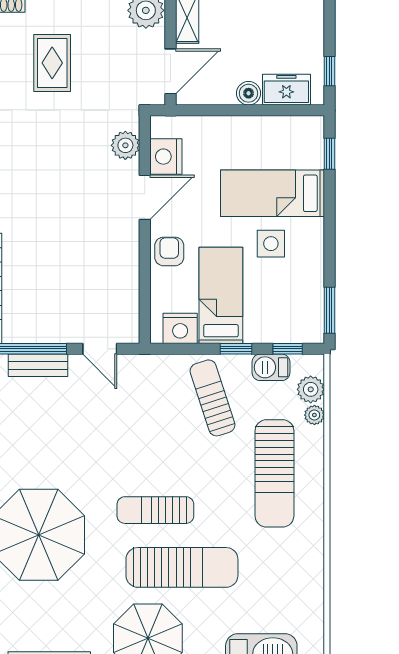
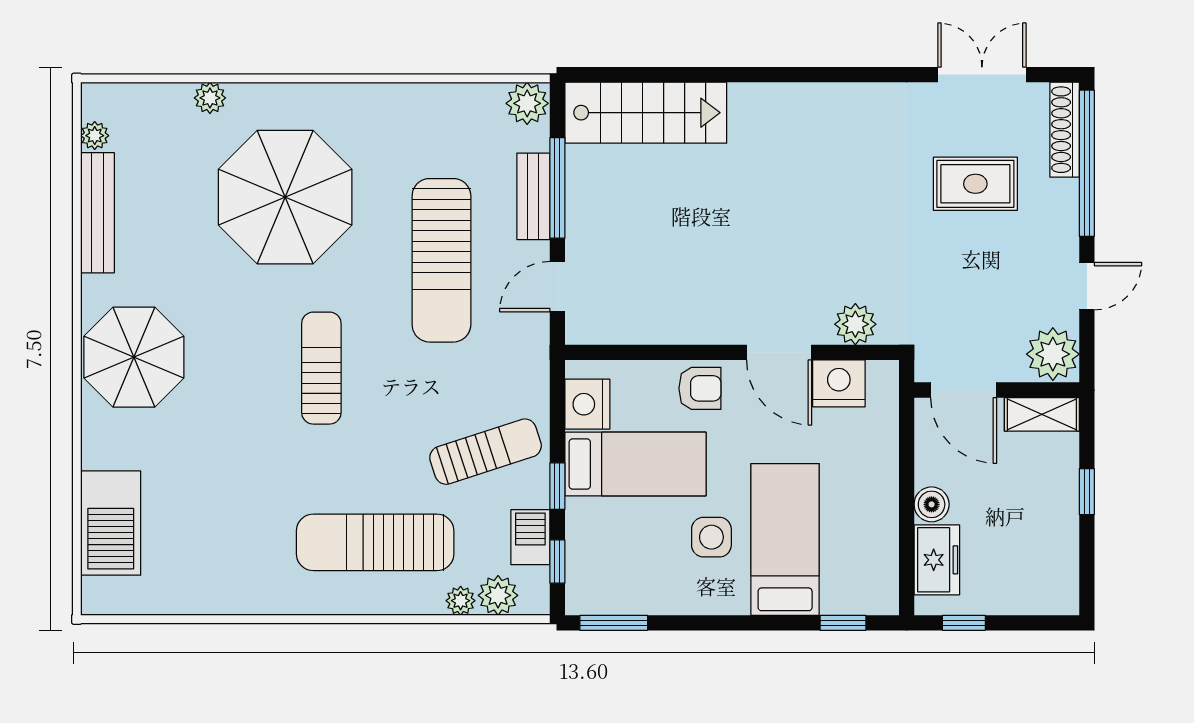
rug: (52, 63) -> (975, 184), moved
sun lounger: (182, 567) -> (441, 260), moved

